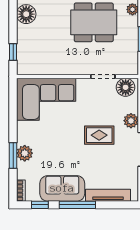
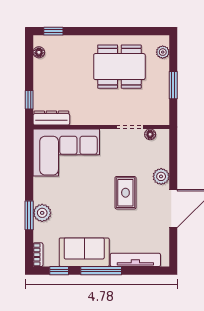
floor lamp: (26, 14) -> (39, 52), width x0.53, depth x0.53
dresser: (33, 68) -> (51, 118), added
floor lamp: (126, 87) -> (150, 134), width x0.53, depth x0.53
rug: (99, 135) -> (125, 193), turned 90

